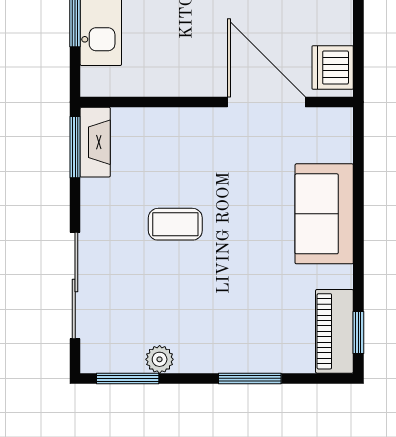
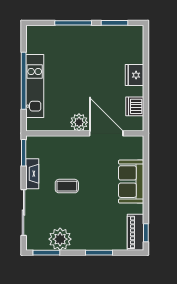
dishwasher: (333, 68) -> (135, 106), moved
plant: (203, 77) -> (79, 122), added
fireplace: (95, 142) -> (32, 174), moved
plant: (160, 359) -> (60, 239), width x1.88, depth x1.88

